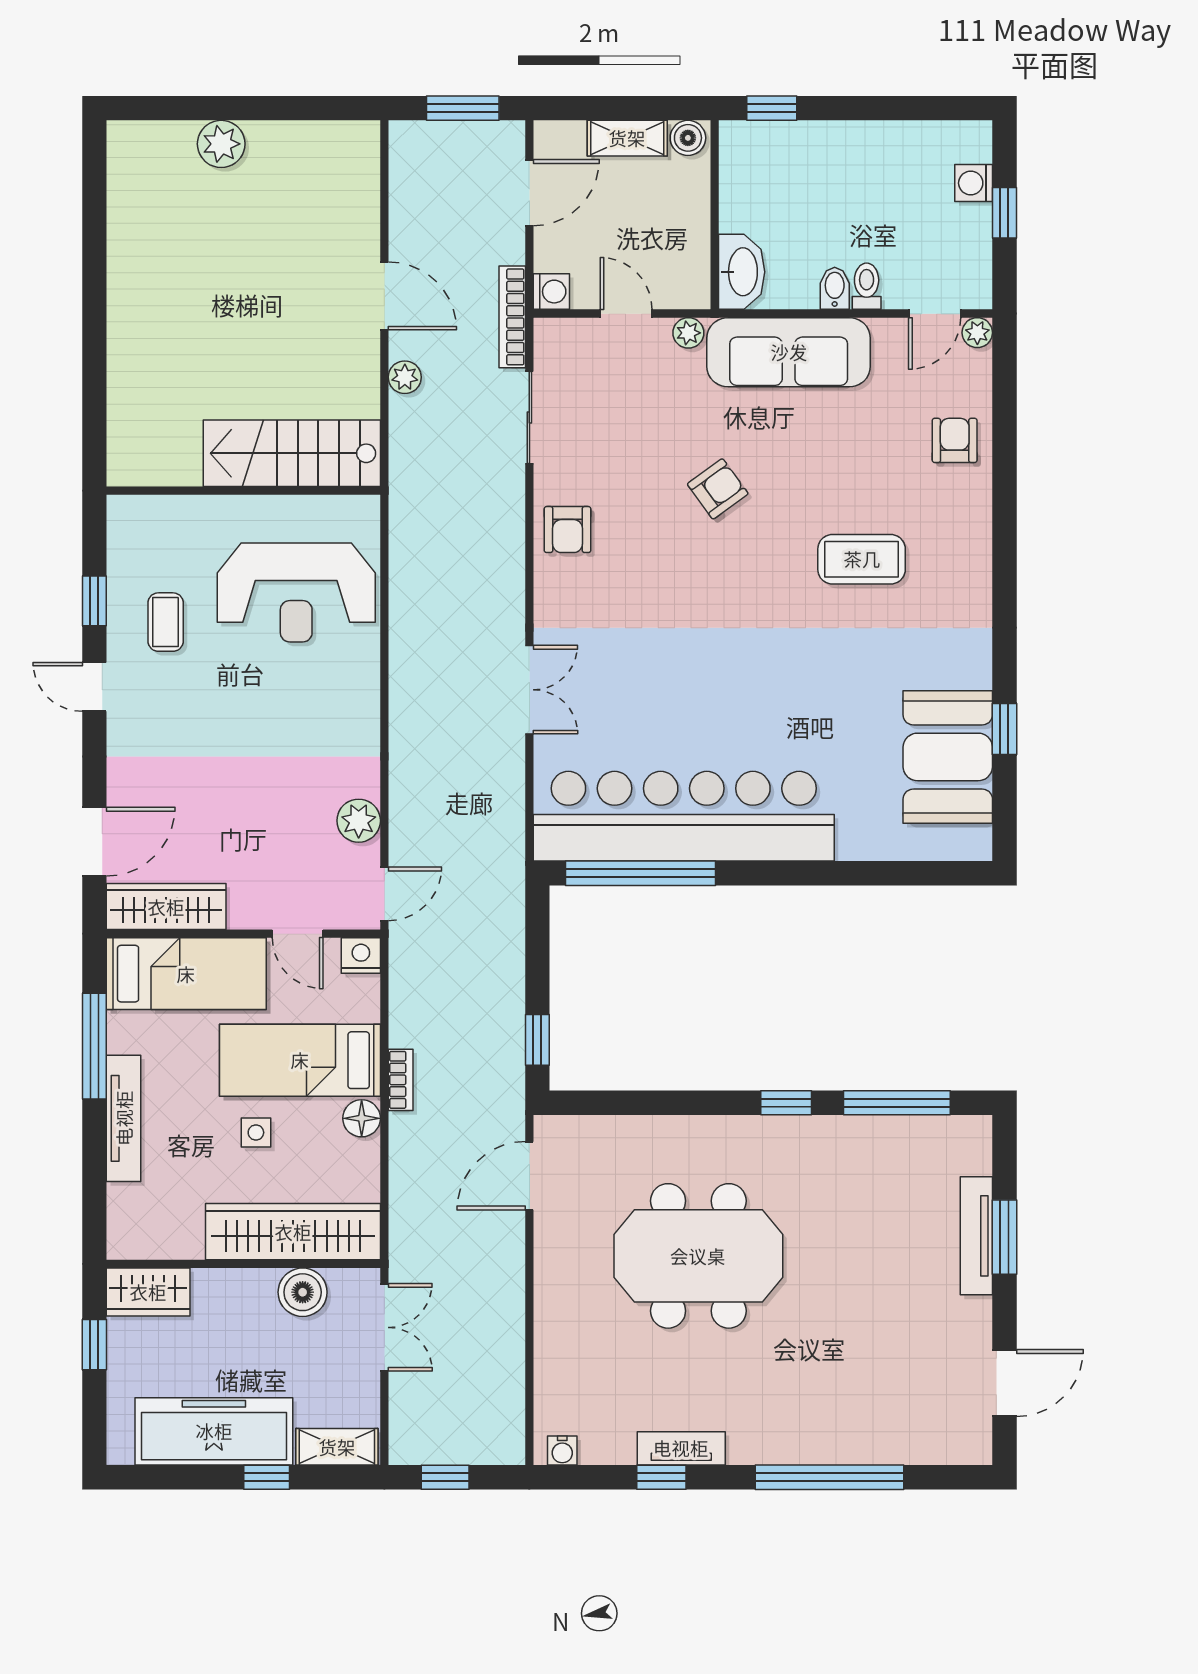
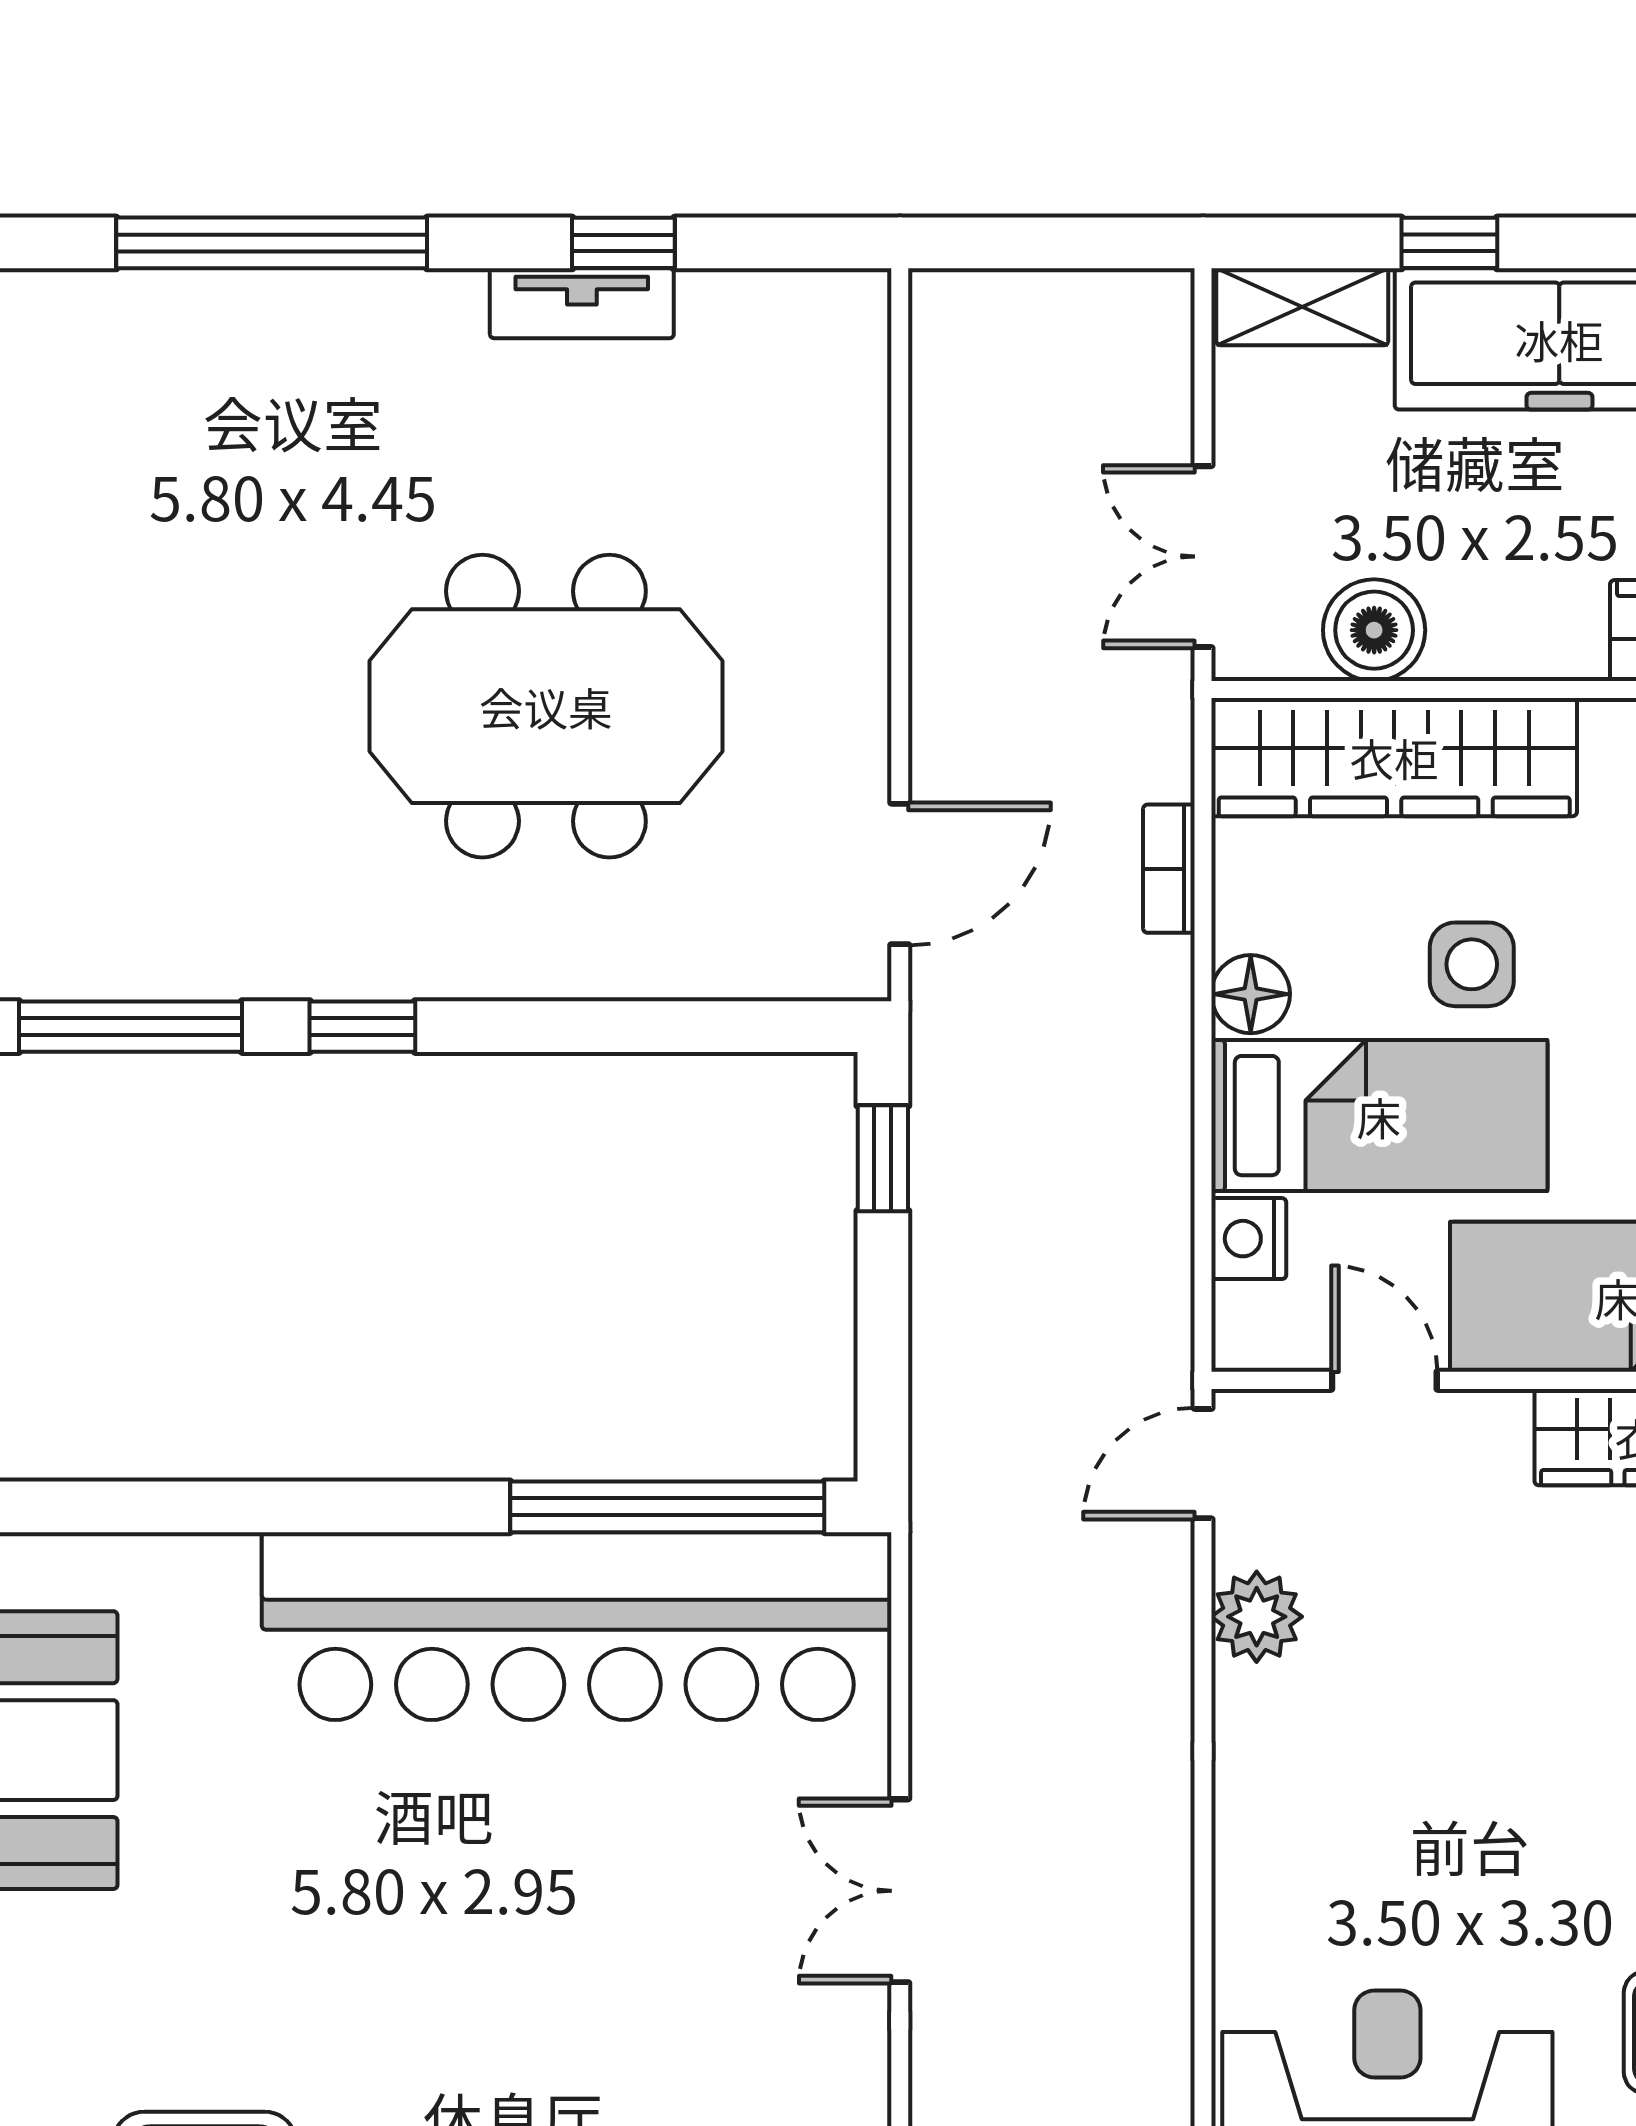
nightstand: (361, 956) -> (1249, 1239), moved, turned 90
bookcase: (401, 1080) -> (1169, 869), moved
side table: (256, 1132) -> (1472, 964), width x1.37, depth x1.37
water cooler: (562, 1451) -> (831, 299), removed
window: (445, 1477) -> (1076, 243), removed

